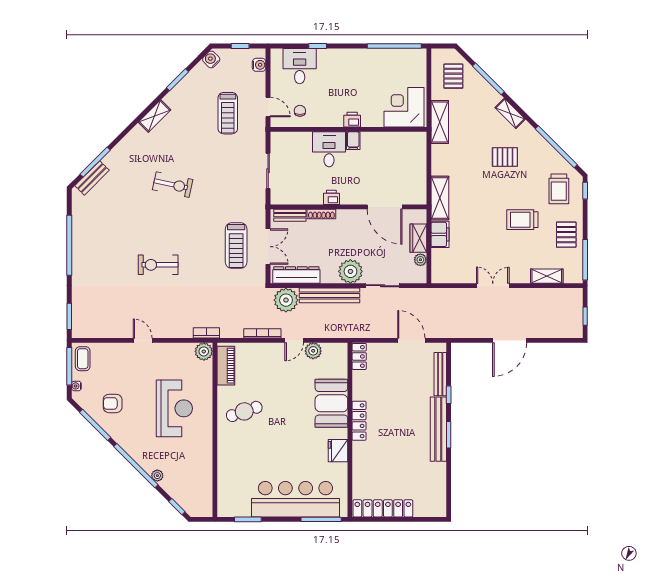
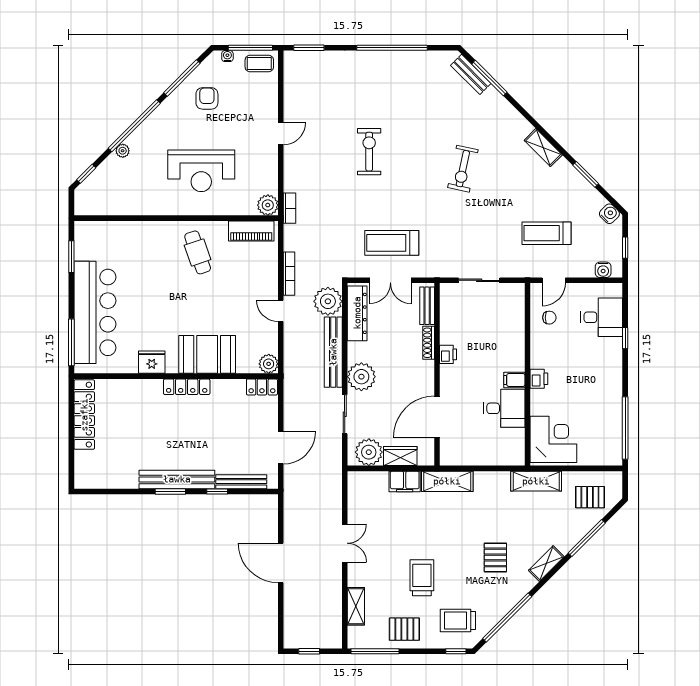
desk: (329, 149) -> (504, 408), moved
plant: (420, 260) -> (369, 452), width x1.87, depth x1.87
plant: (313, 351) -> (269, 364), moved

